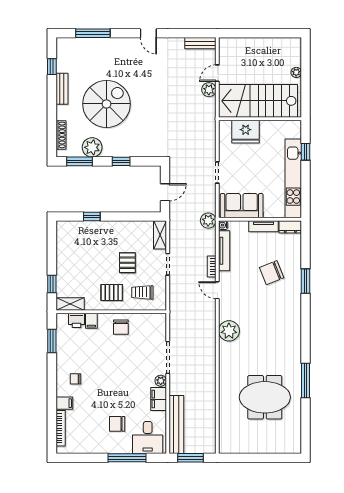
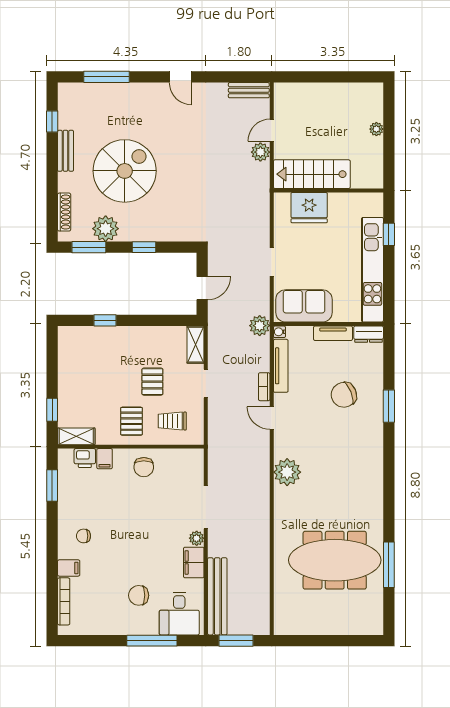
stairs: (258, 101) -> (312, 174), width x0.73, depth x0.66
pallet: (112, 293) -> (131, 421), turned 90
window: (306, 380) -> (389, 565), moved
meeting table: (265, 397) -> (335, 560), width x1.36

